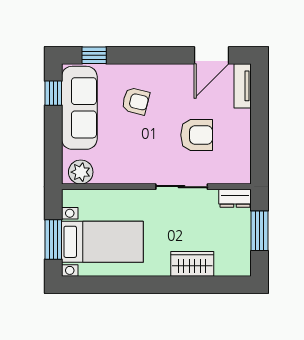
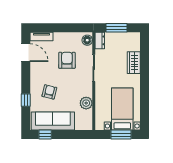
window: (94, 55) -> (26, 100), moved
plant: (81, 172) -> (86, 103), moved
floor lamp: (235, 174) -> (87, 40), added

